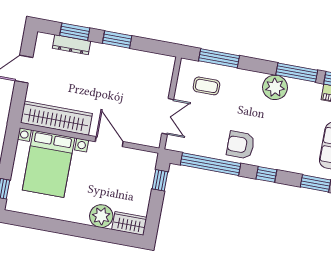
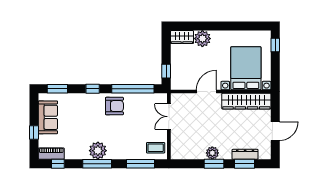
plant: (117, 55) -> (212, 153), added
window: (297, 72) -> (97, 164), moved
coffee table: (206, 86) -> (156, 148), moved
door: (109, 142) -> (206, 92), swing flipped

